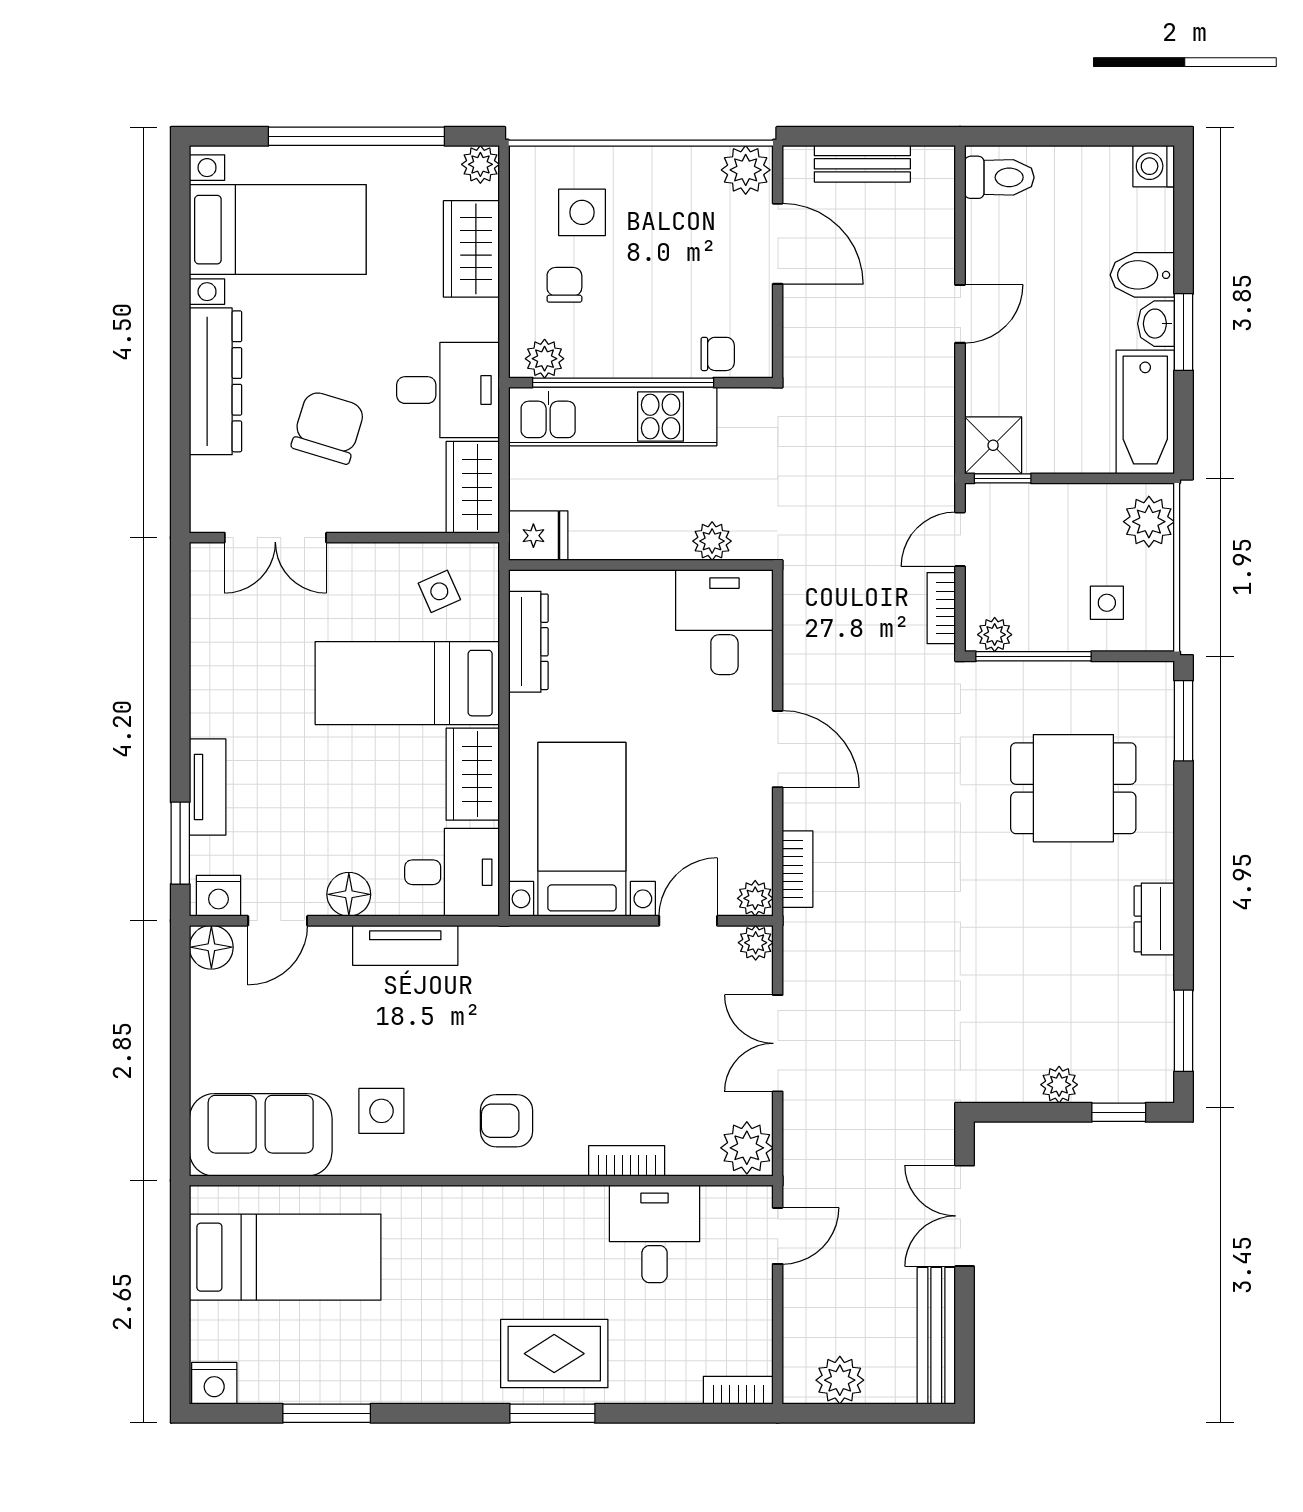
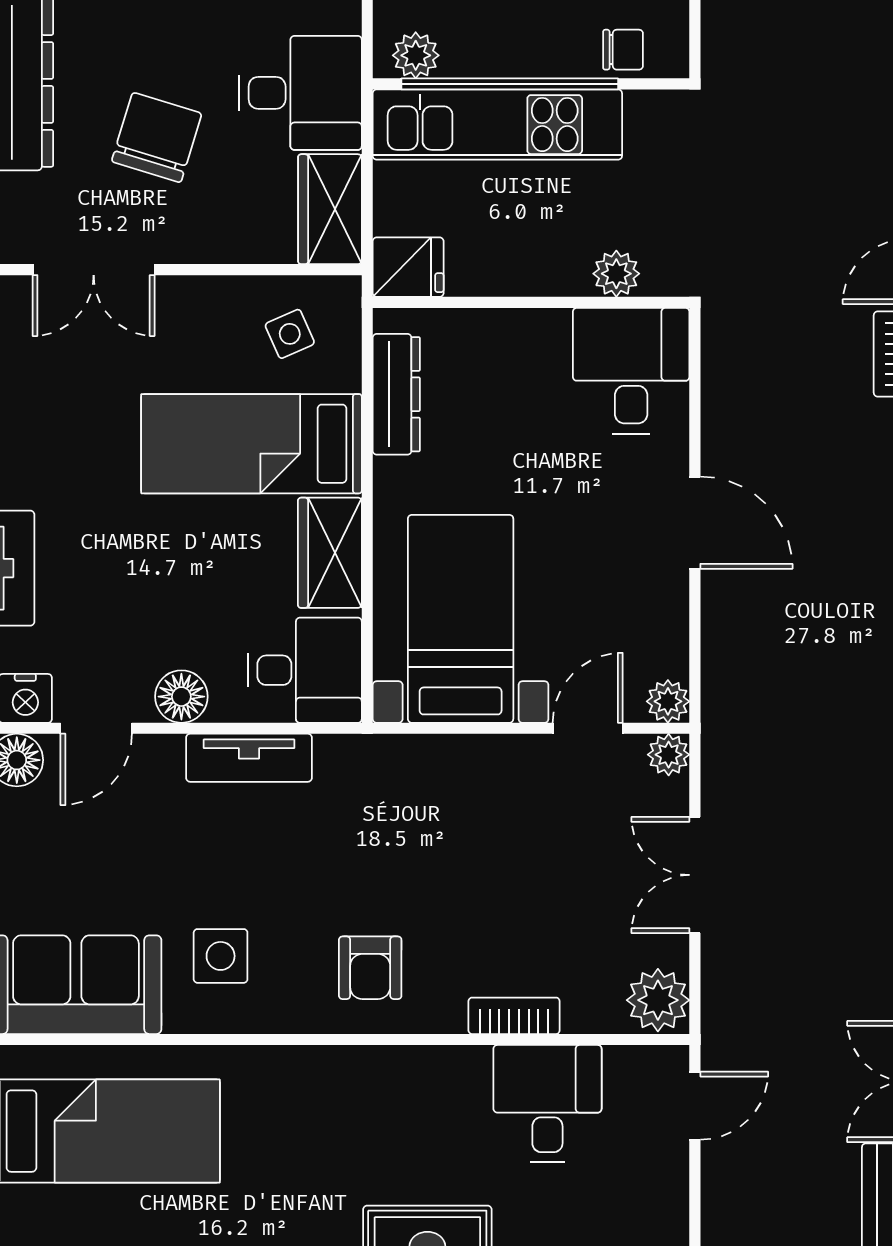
bookcase: (797, 869) -> (719, 666), removed
armchair: (506, 1121) -> (370, 968), turned -90

